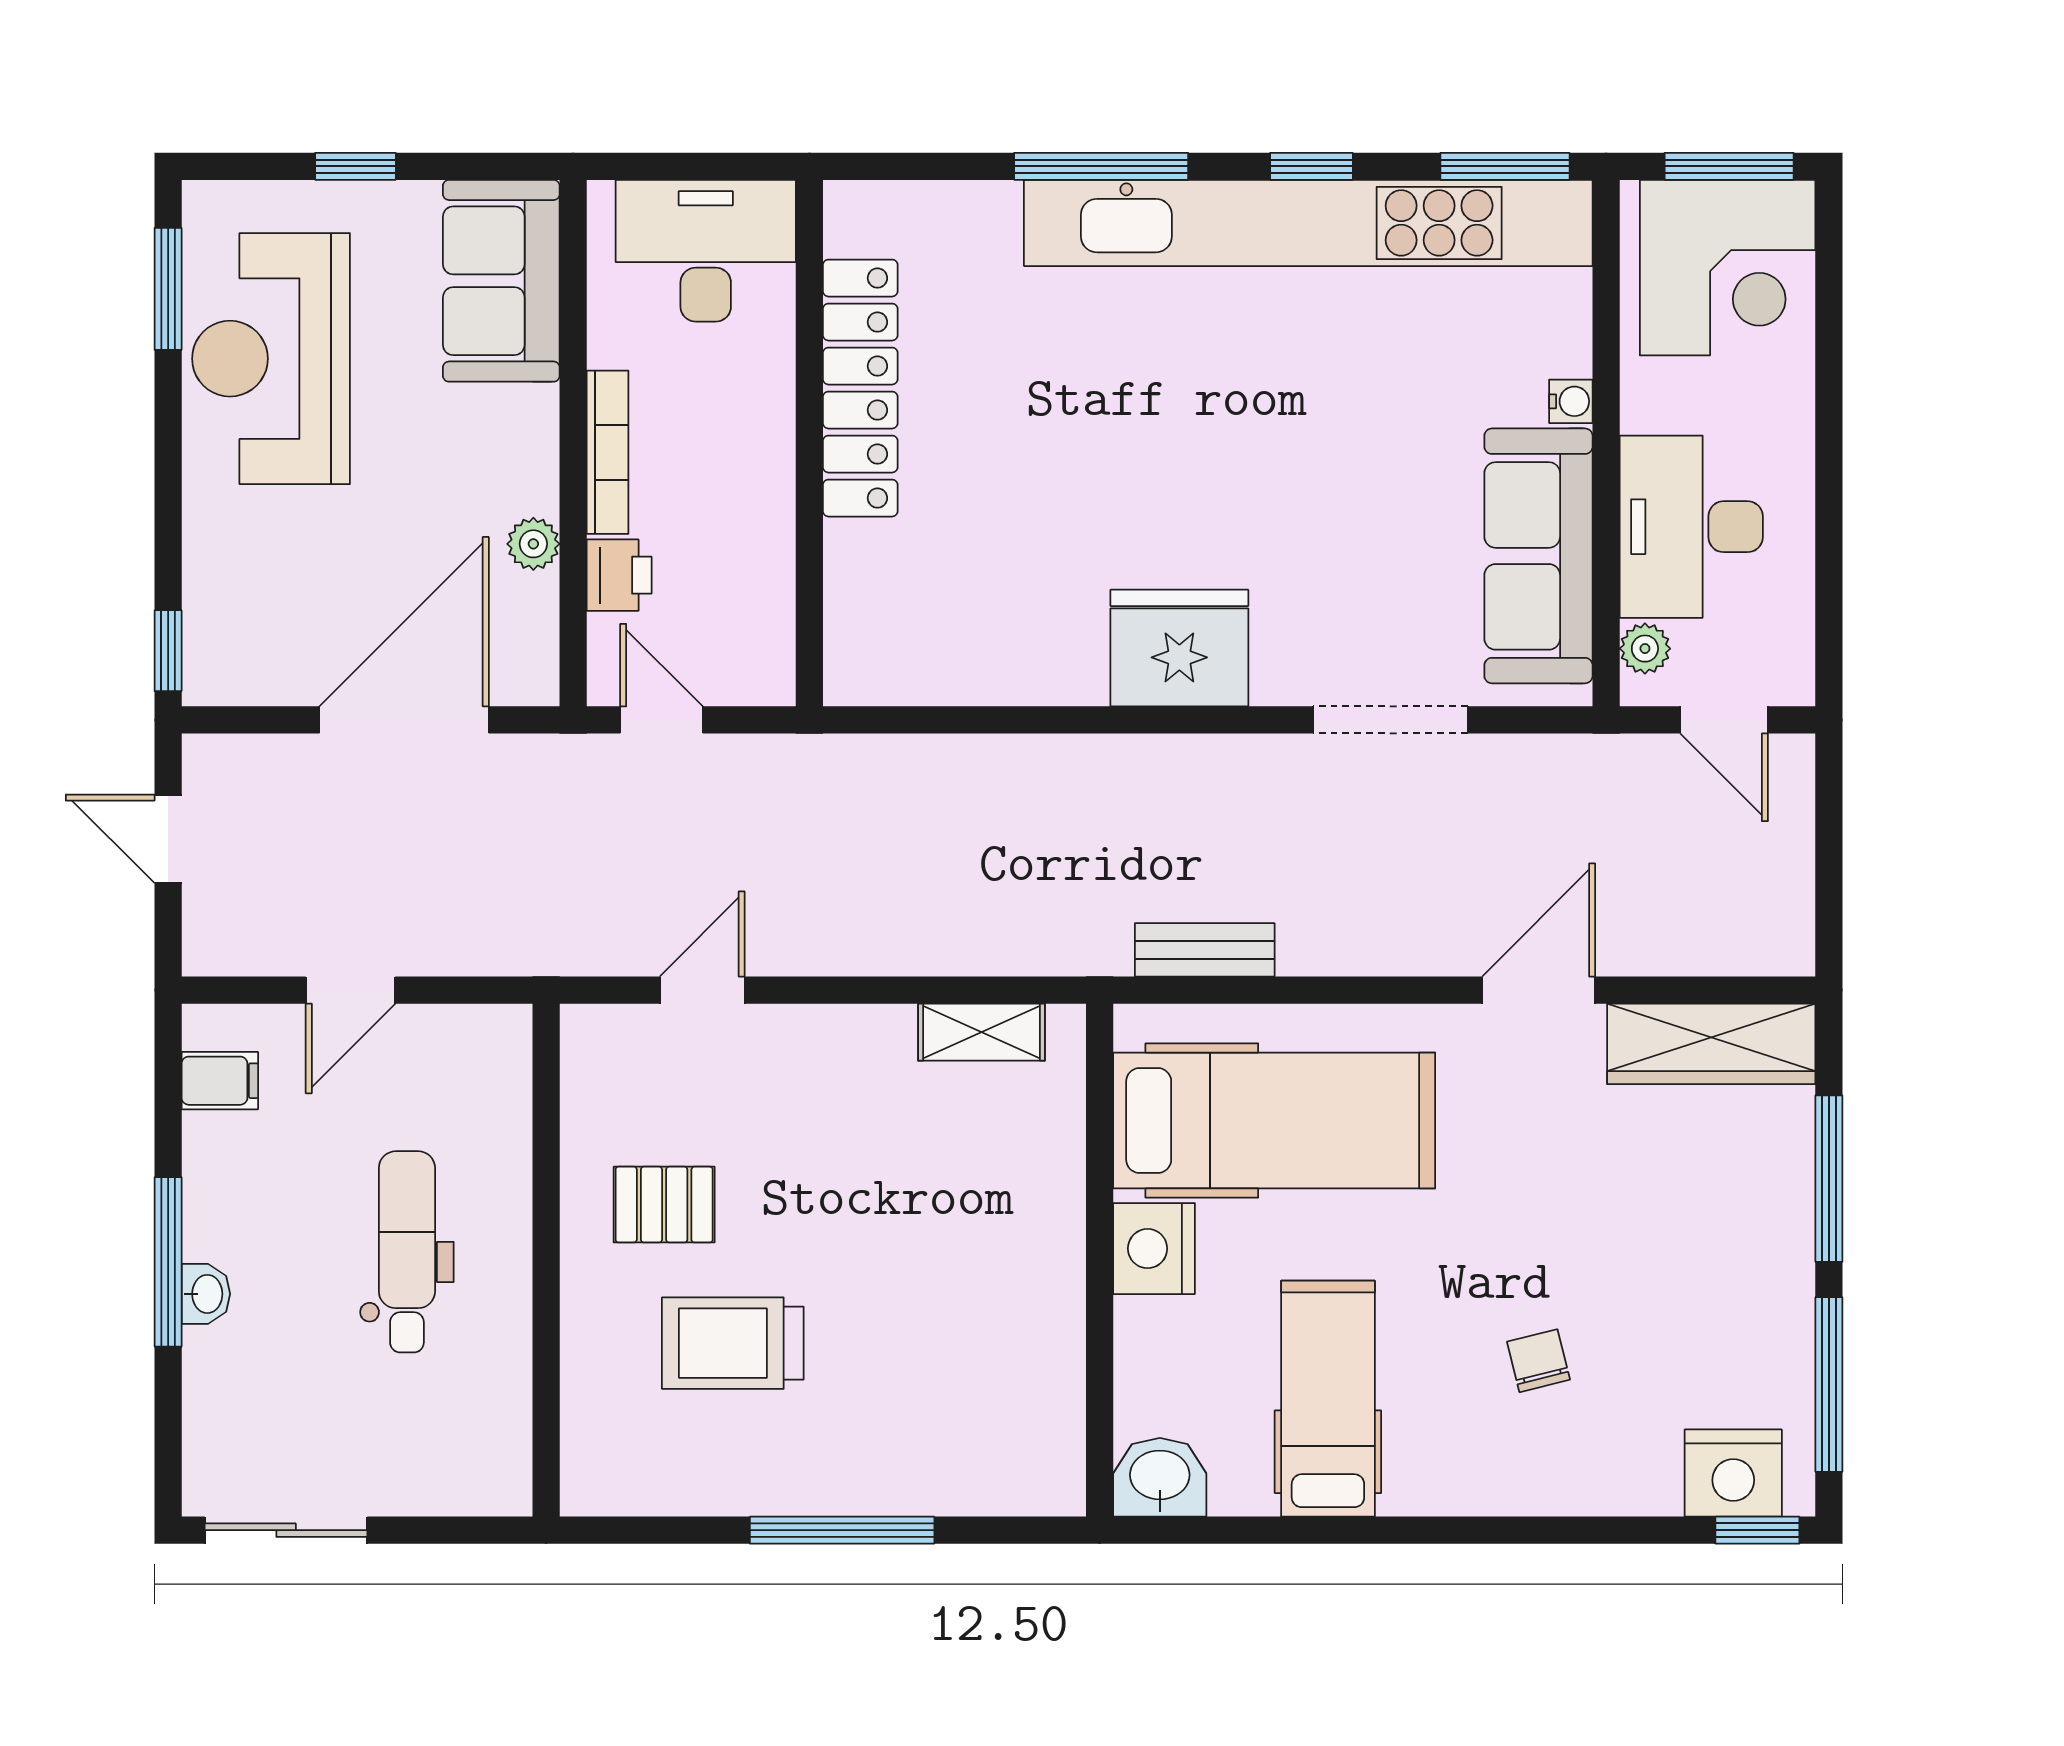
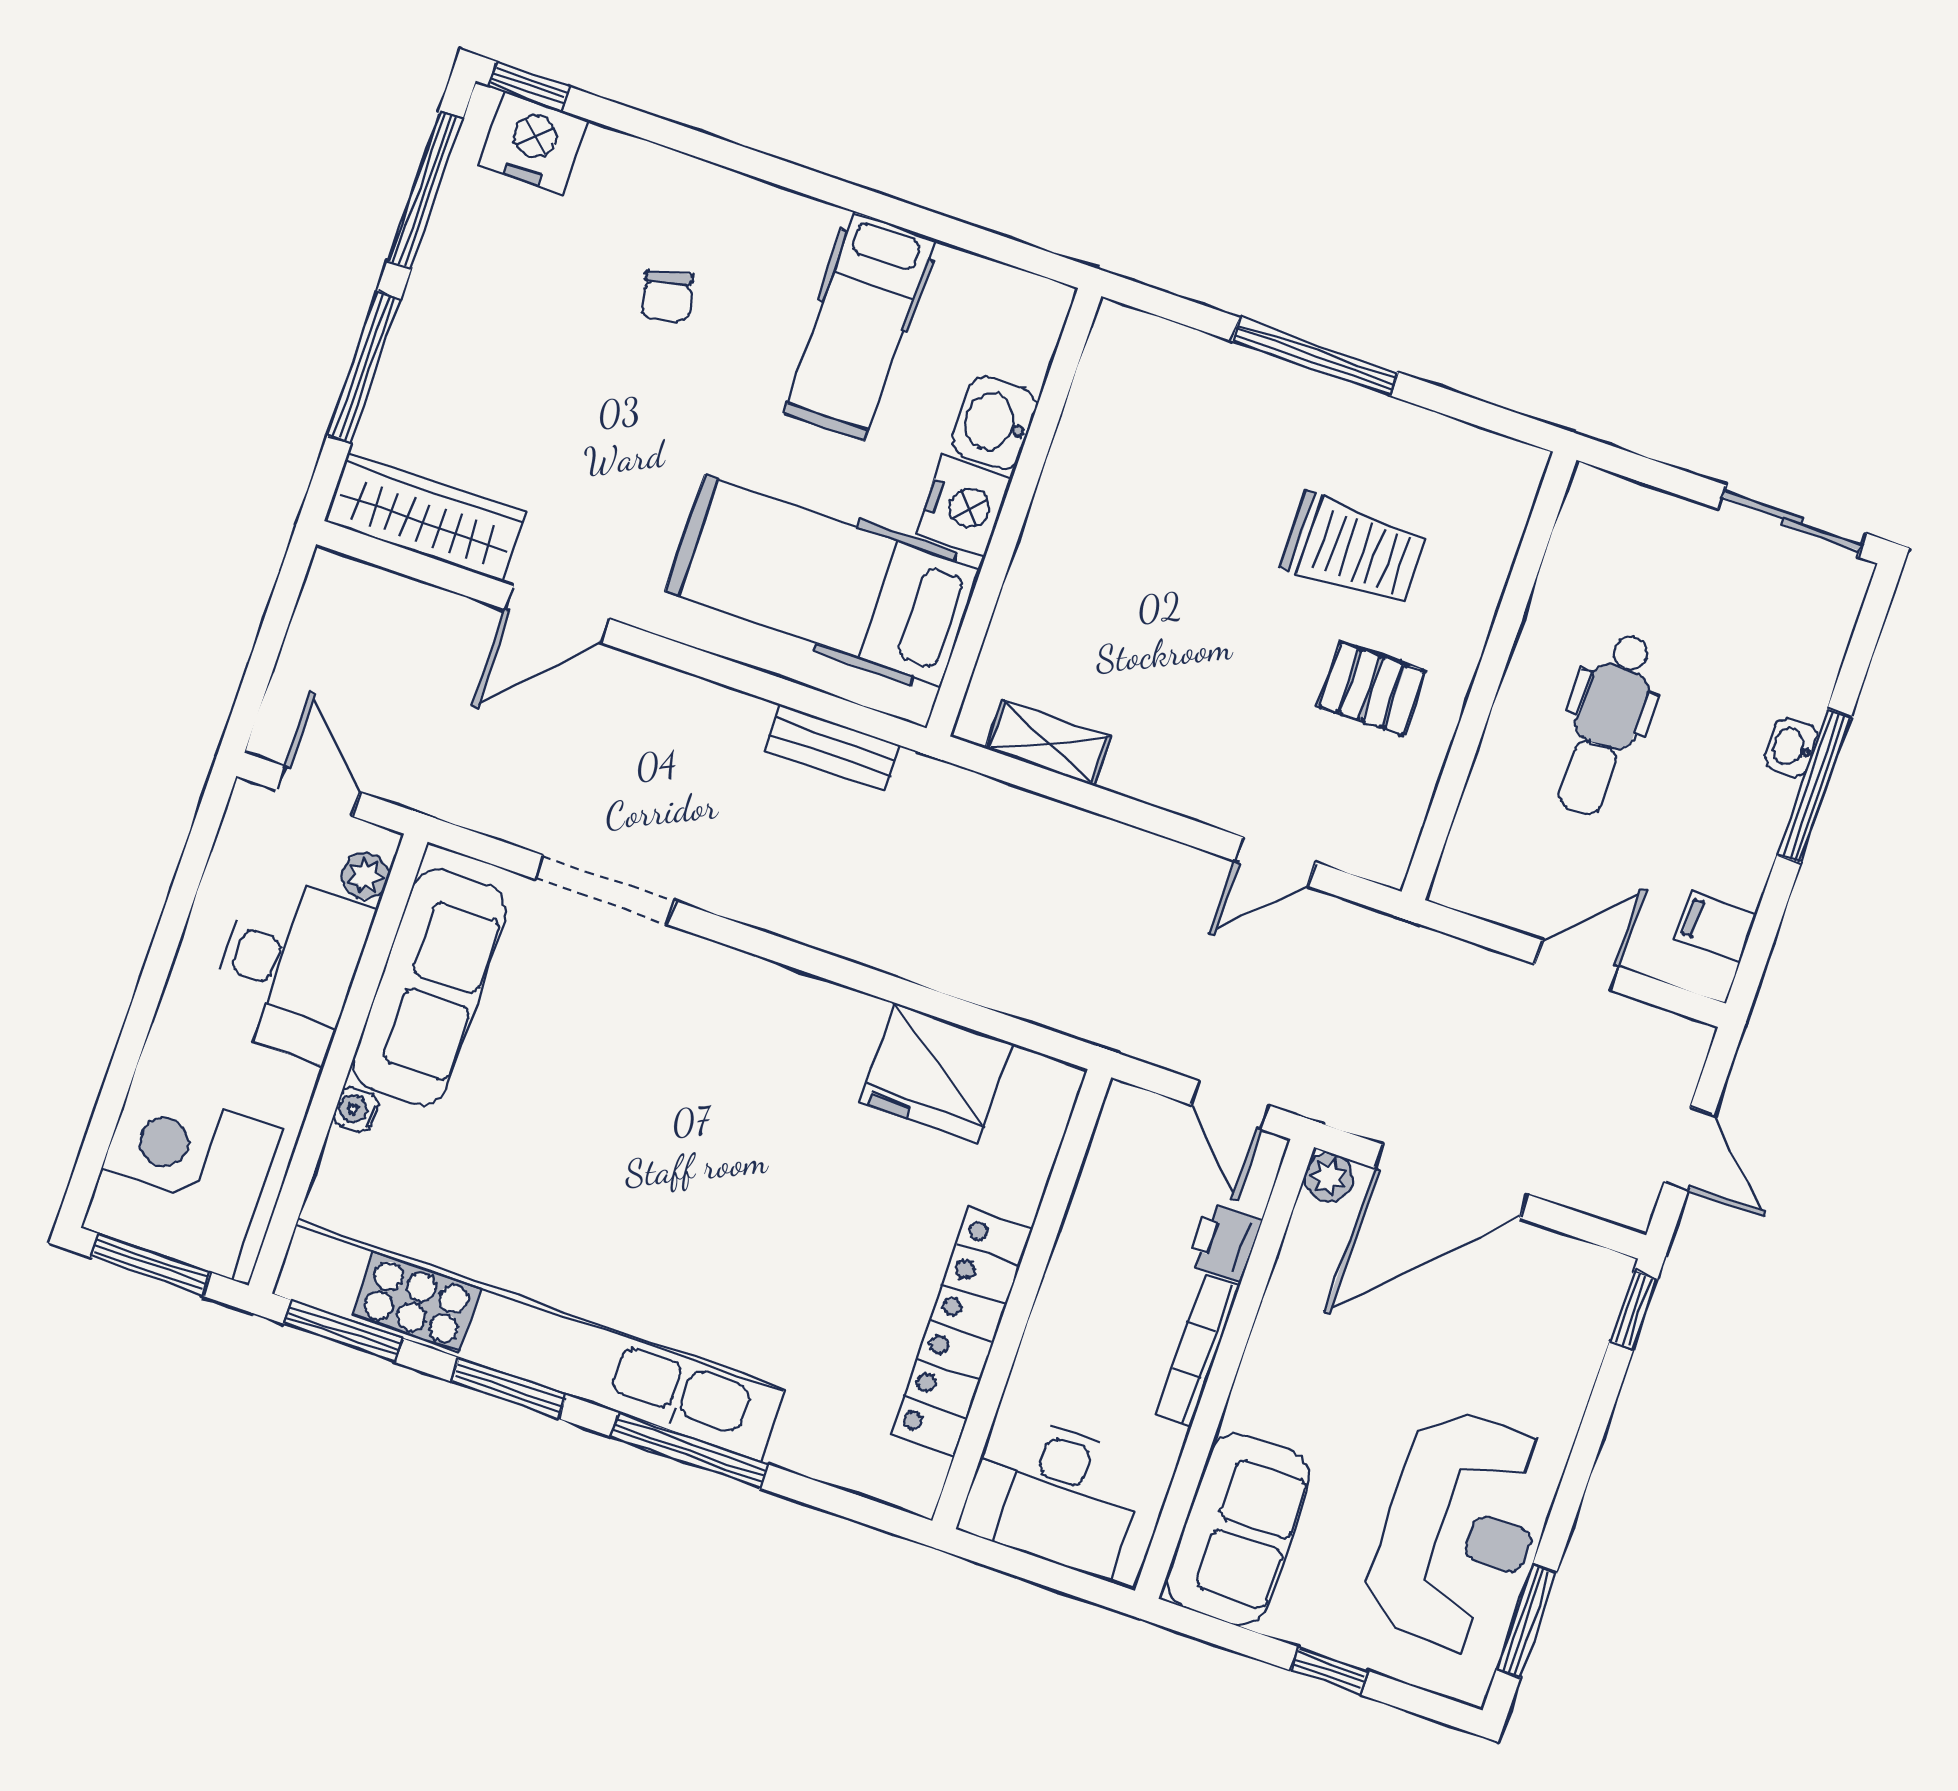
window: (1311, 166) -> (509, 1388), width x1.50
plant: (533, 544) -> (1329, 1177), moved
fridge: (1179, 648) -> (936, 1073), moved
washbasin: (1160, 1477) -> (994, 423), moved, turned 90

